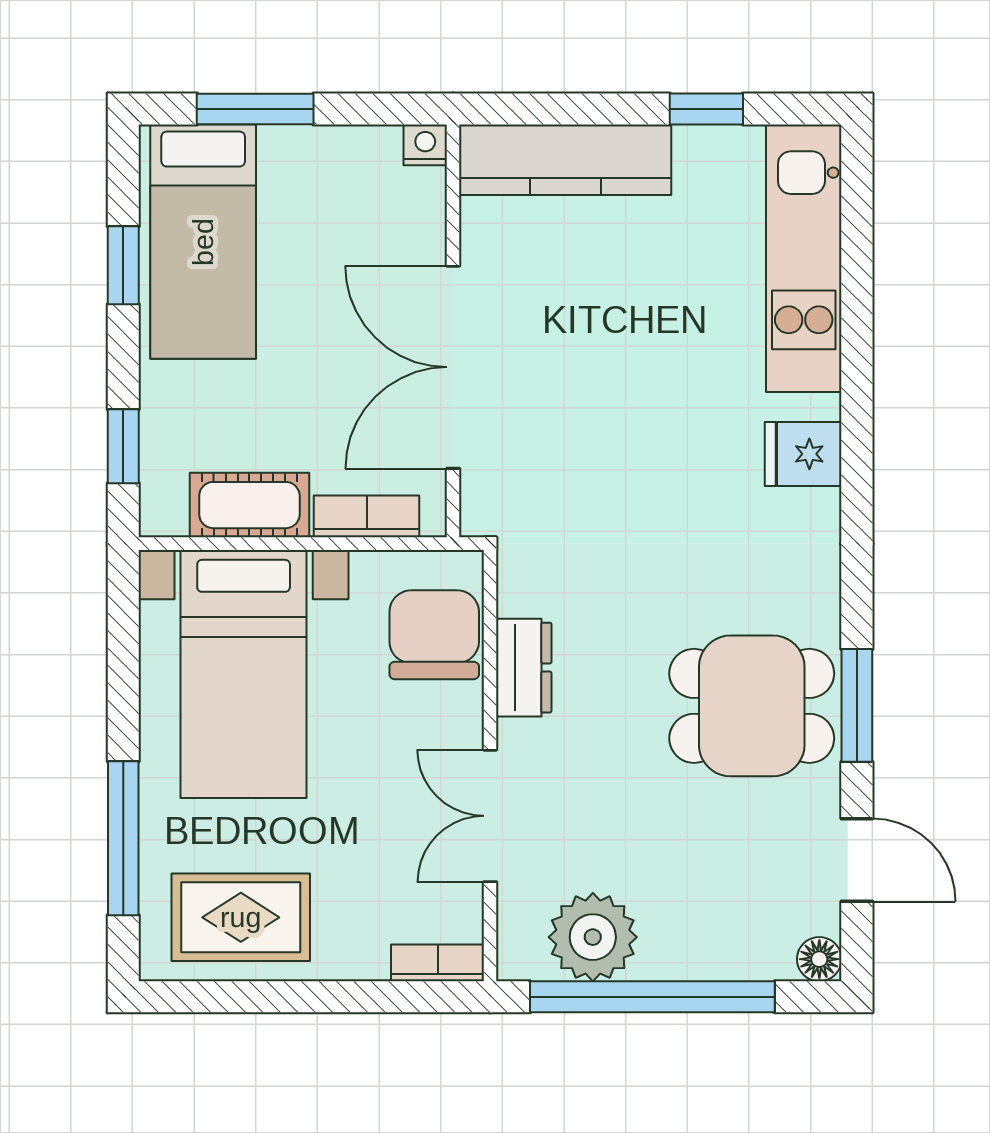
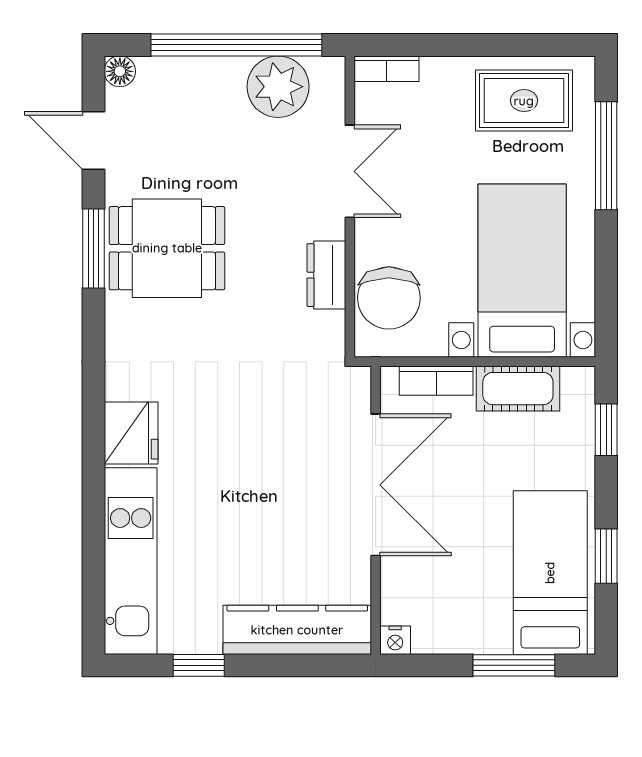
fridge: (803, 454) -> (131, 433), width x1.38

